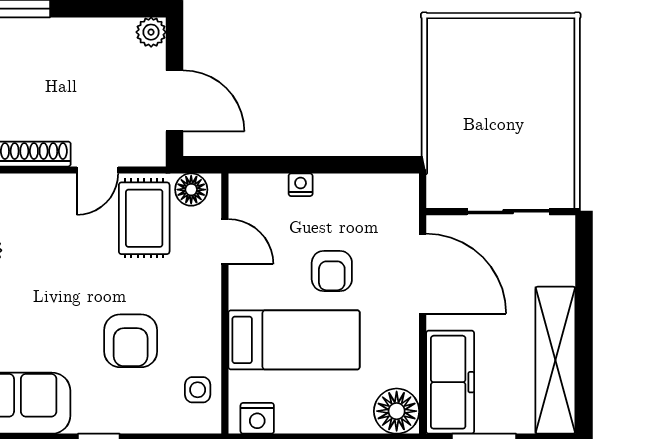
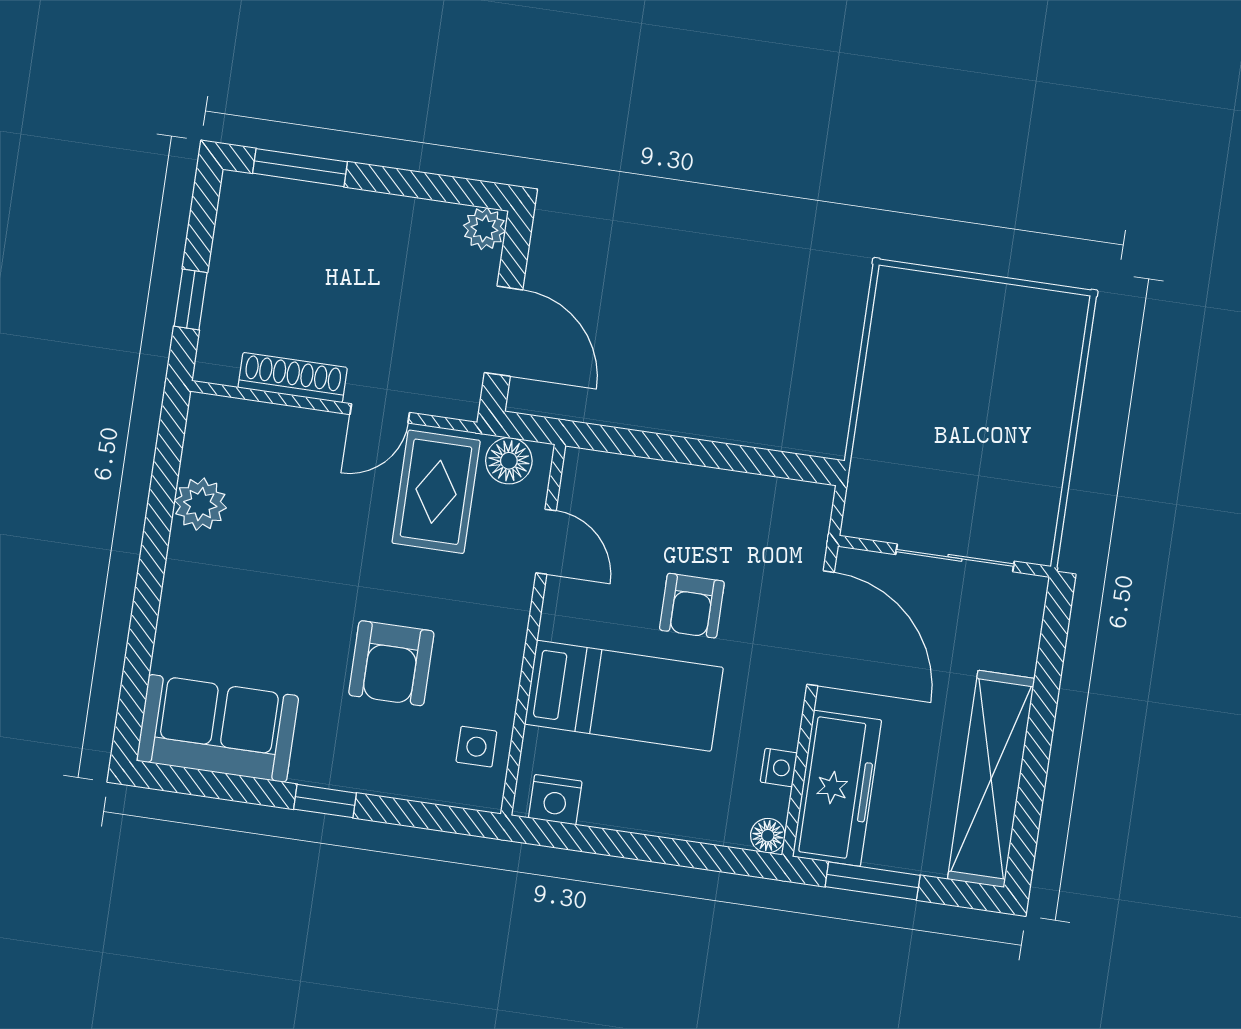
nightstand: (301, 185) -> (779, 767), moved, turned 90
floor lamp: (397, 411) -> (768, 836), width x0.53, depth x0.53

